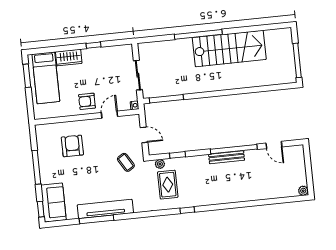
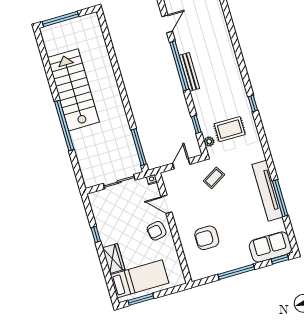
window: (297, 60) -> (61, 19), moved
armchair: (87, 101) -> (157, 231), turned 79

